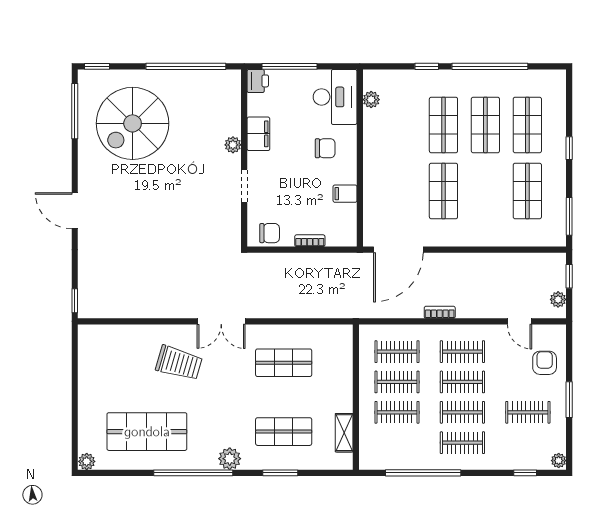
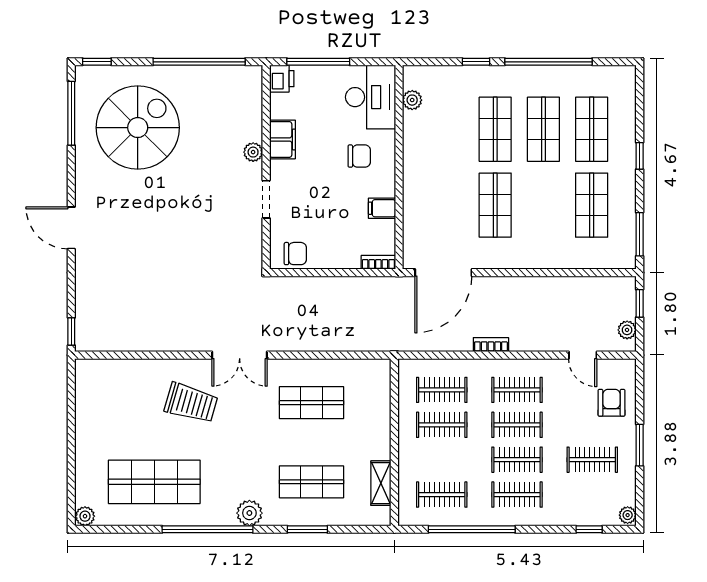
spiral stairs: (133, 123) -> (138, 128), turned 180
bookcase: (310, 241) -> (378, 262), moved
clothes rail: (397, 412) -> (442, 495), moved

